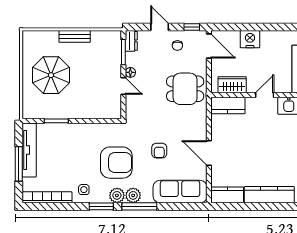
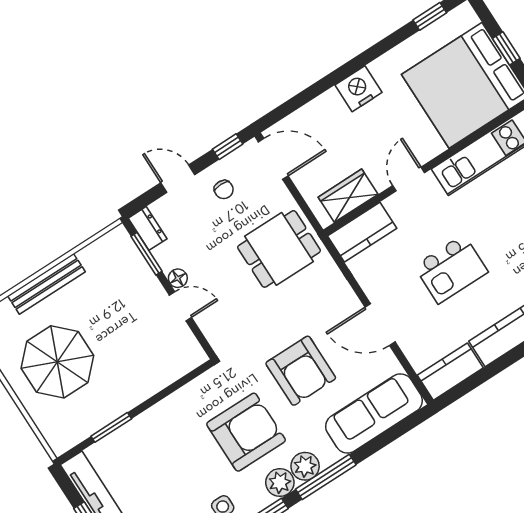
bench: (75, 36) -> (46, 284), width x1.36
nightstand: (250, 39) -> (359, 89), moved
kitchen island: (258, 148) -> (451, 269), added
armchair: (159, 151) -> (301, 371), width x1.88, depth x1.88

